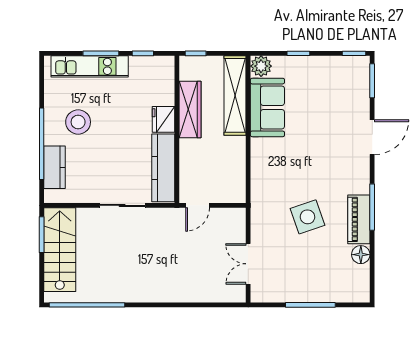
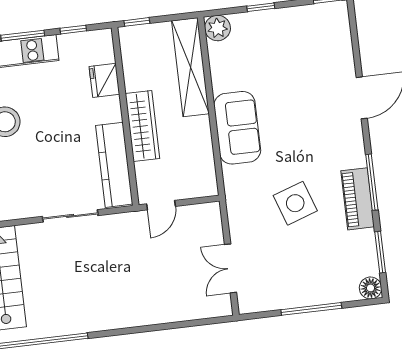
window: (372, 81) -> (380, 252), moved
sofa: (267, 107) -> (237, 128), moved
wardrobe: (190, 109) -> (142, 126), moved
fridge: (163, 119) -> (104, 80), moved
floor lamp: (361, 255) -> (371, 288), moved

